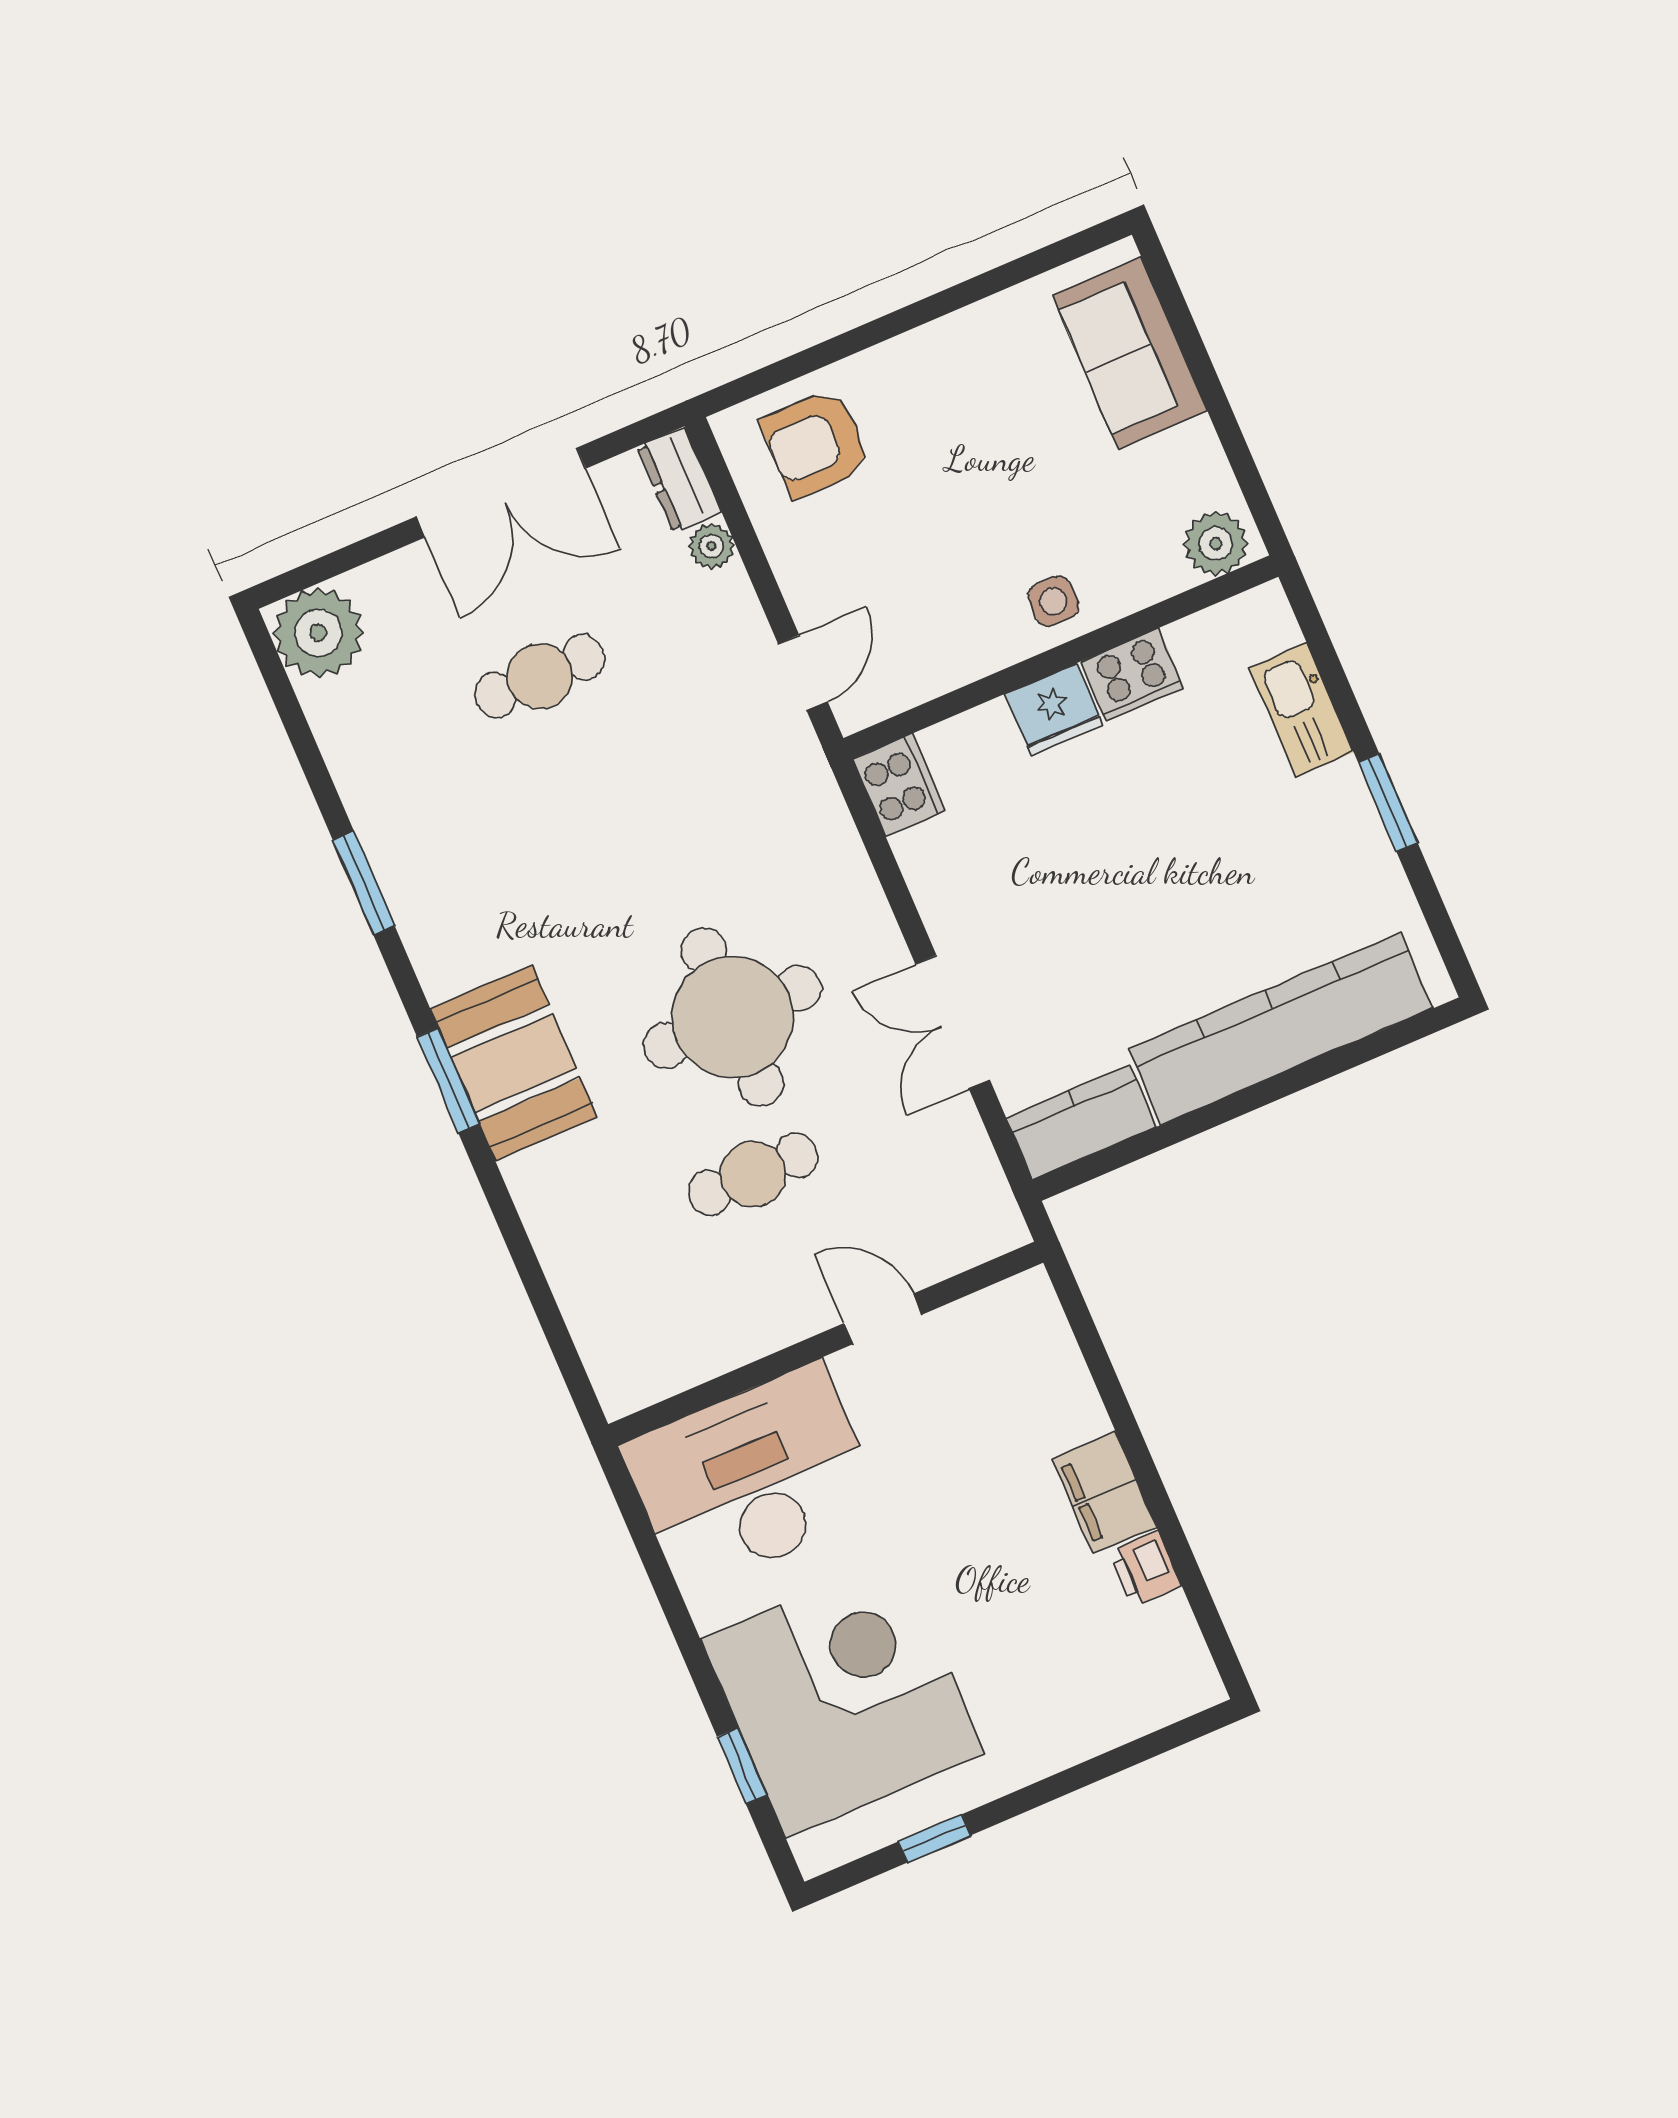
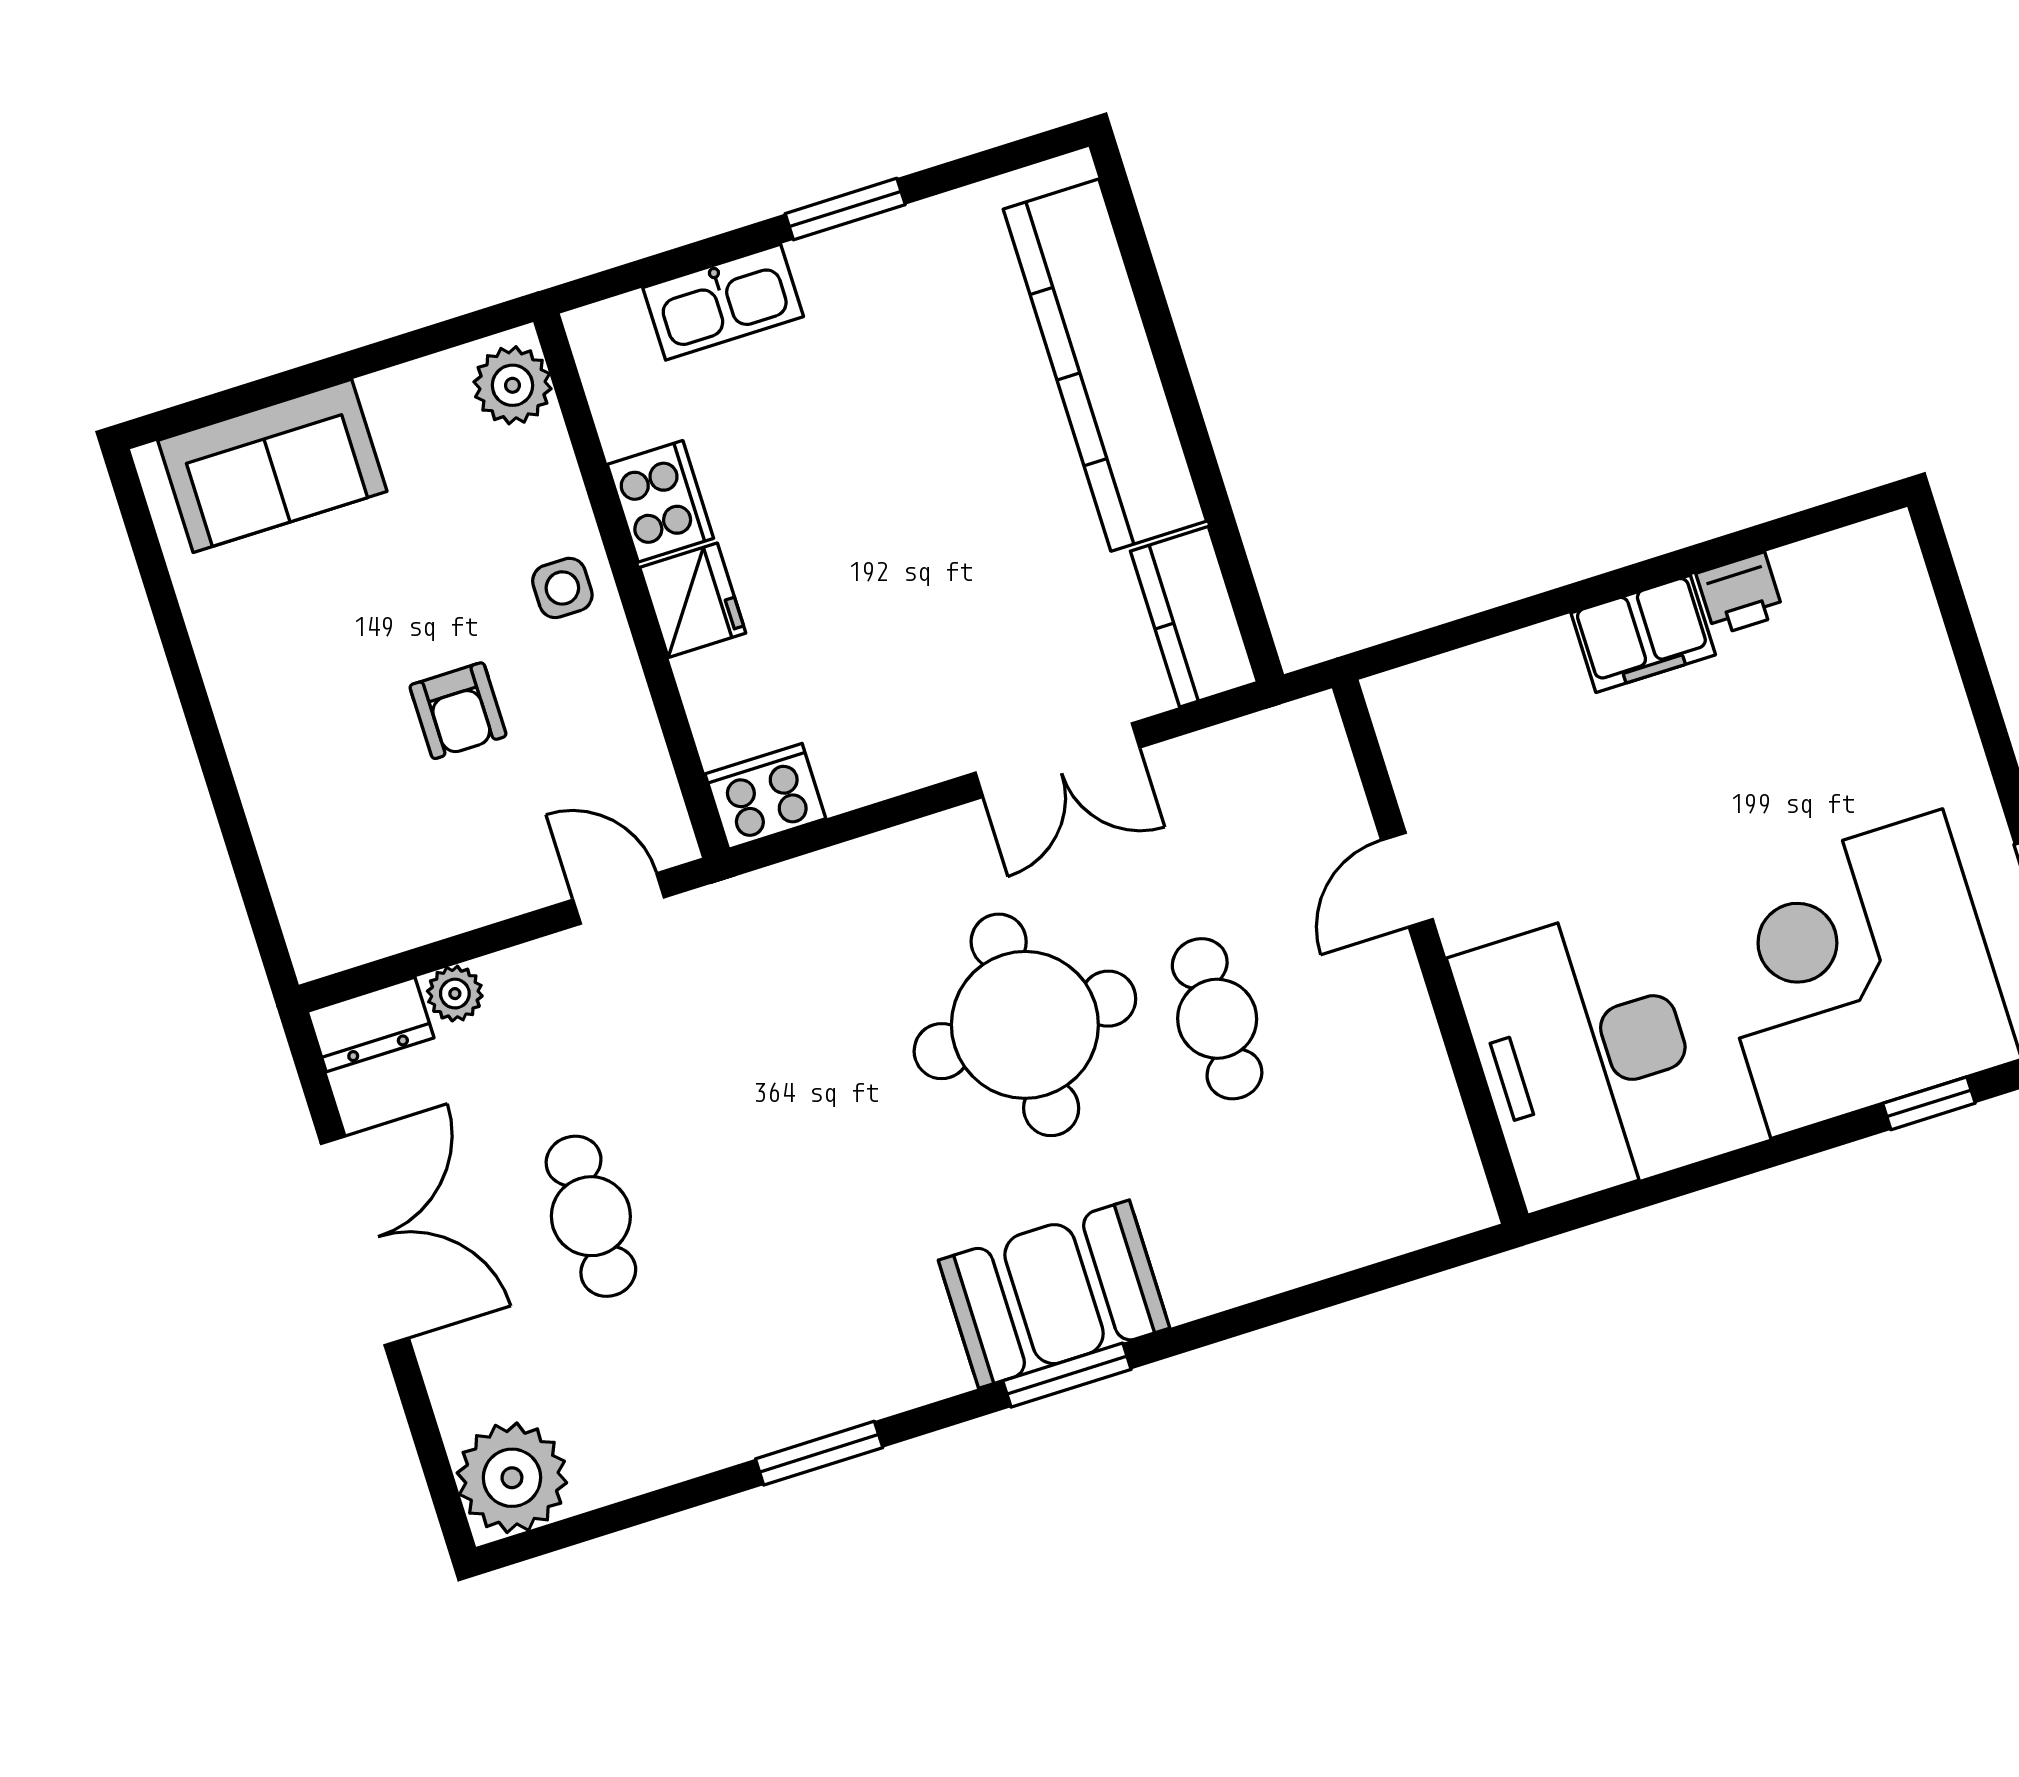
armchair: (816, 443) -> (458, 711), moved, width x0.72, depth x0.72

